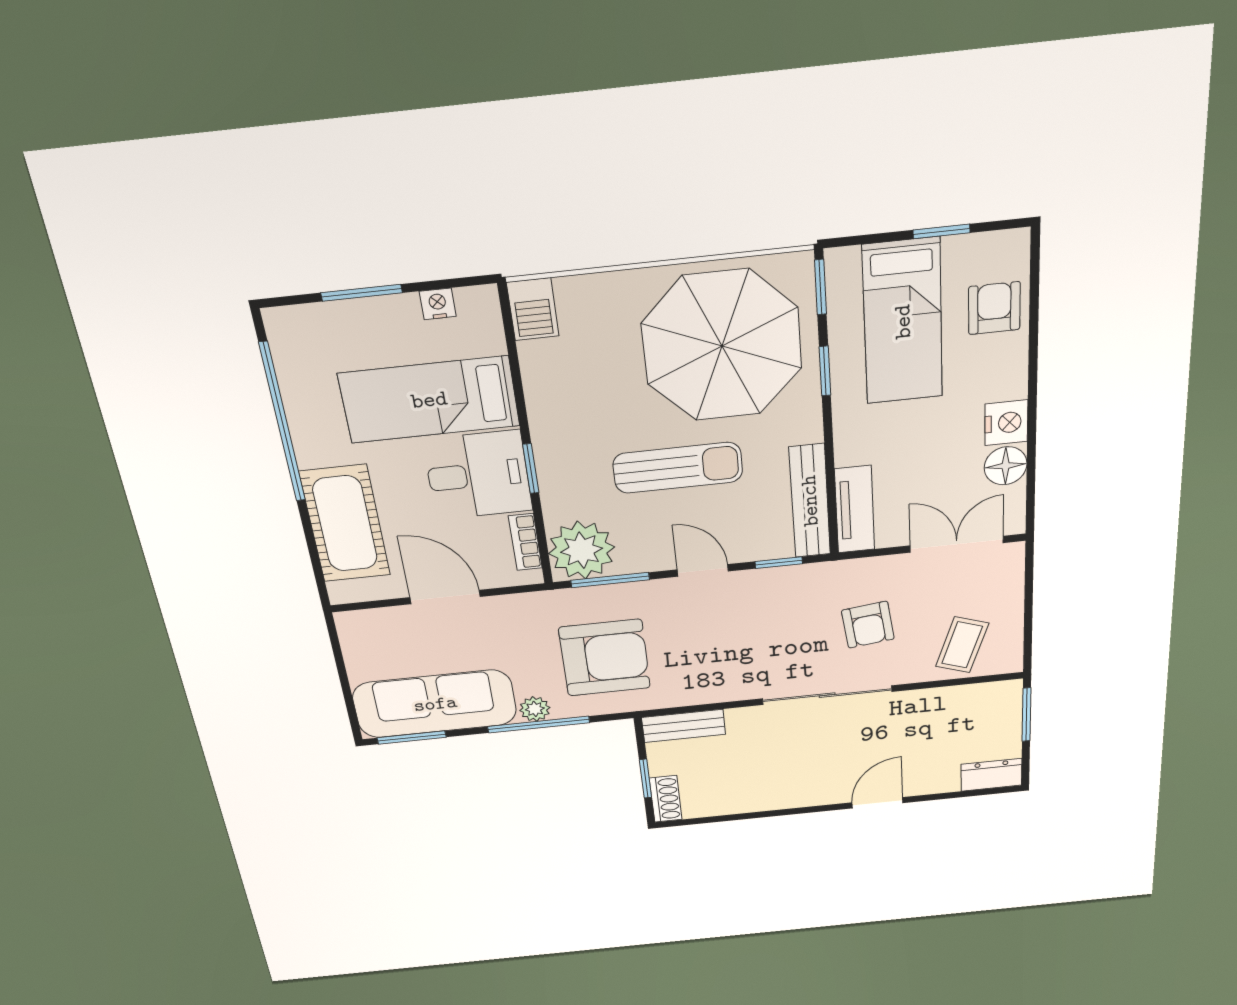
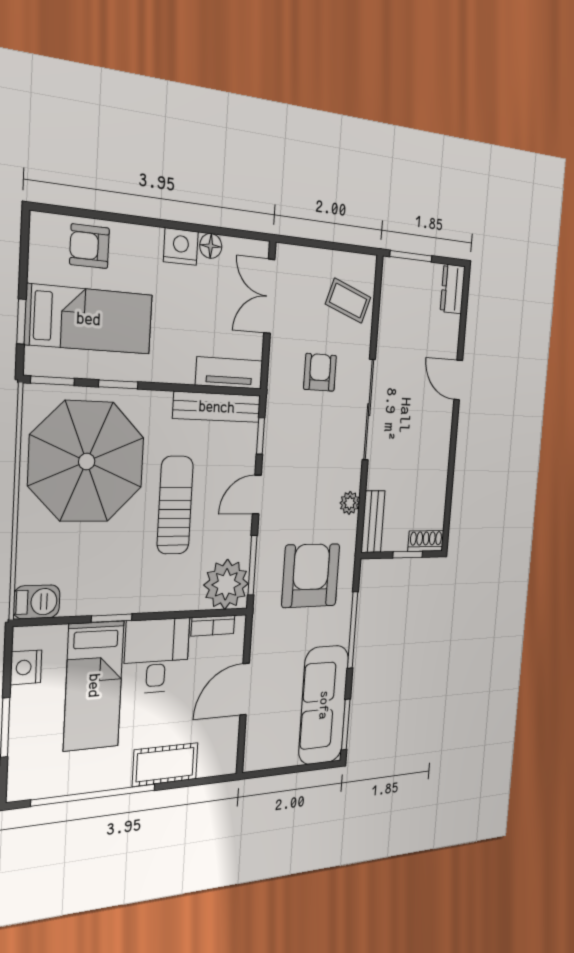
window: (941, 231) -> (21, 322), moved
nightstand: (438, 304) -> (26, 667), width x1.39, depth x1.35
floor lamp: (1006, 466) -> (211, 246), width x0.73, depth x0.73
window: (531, 469) -> (112, 618), moved
cot: (345, 524) -> (165, 765), width x0.73, depth x0.75
armchair: (868, 625) -> (320, 372), turned -83
plant: (535, 709) -> (350, 503), moved

